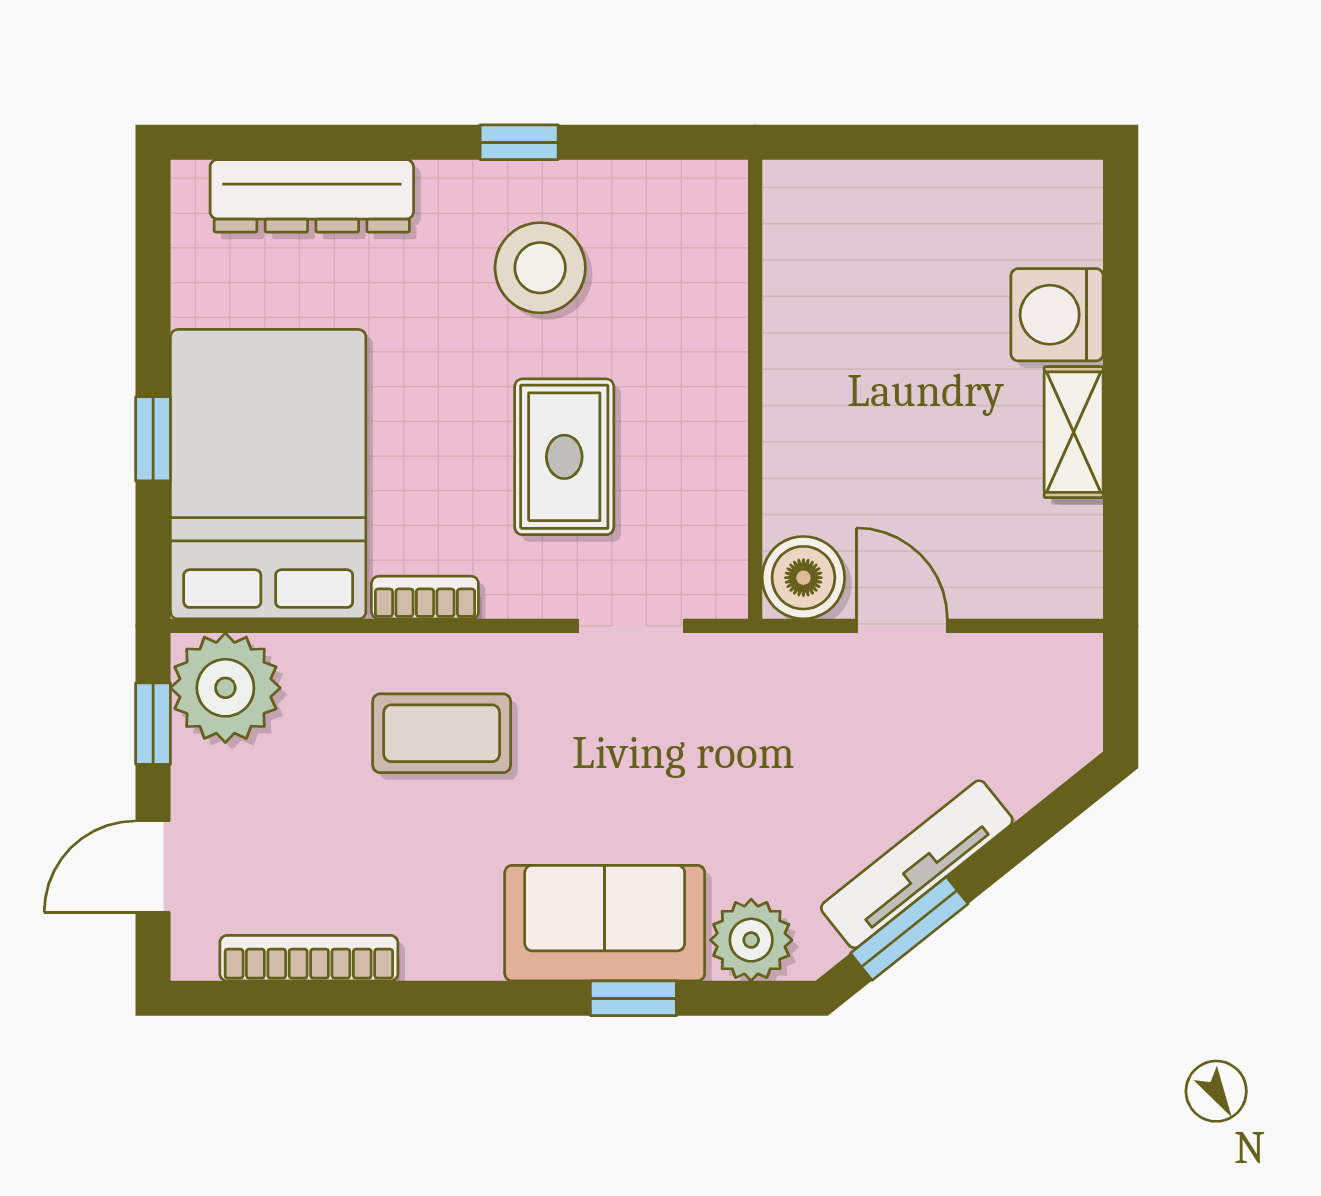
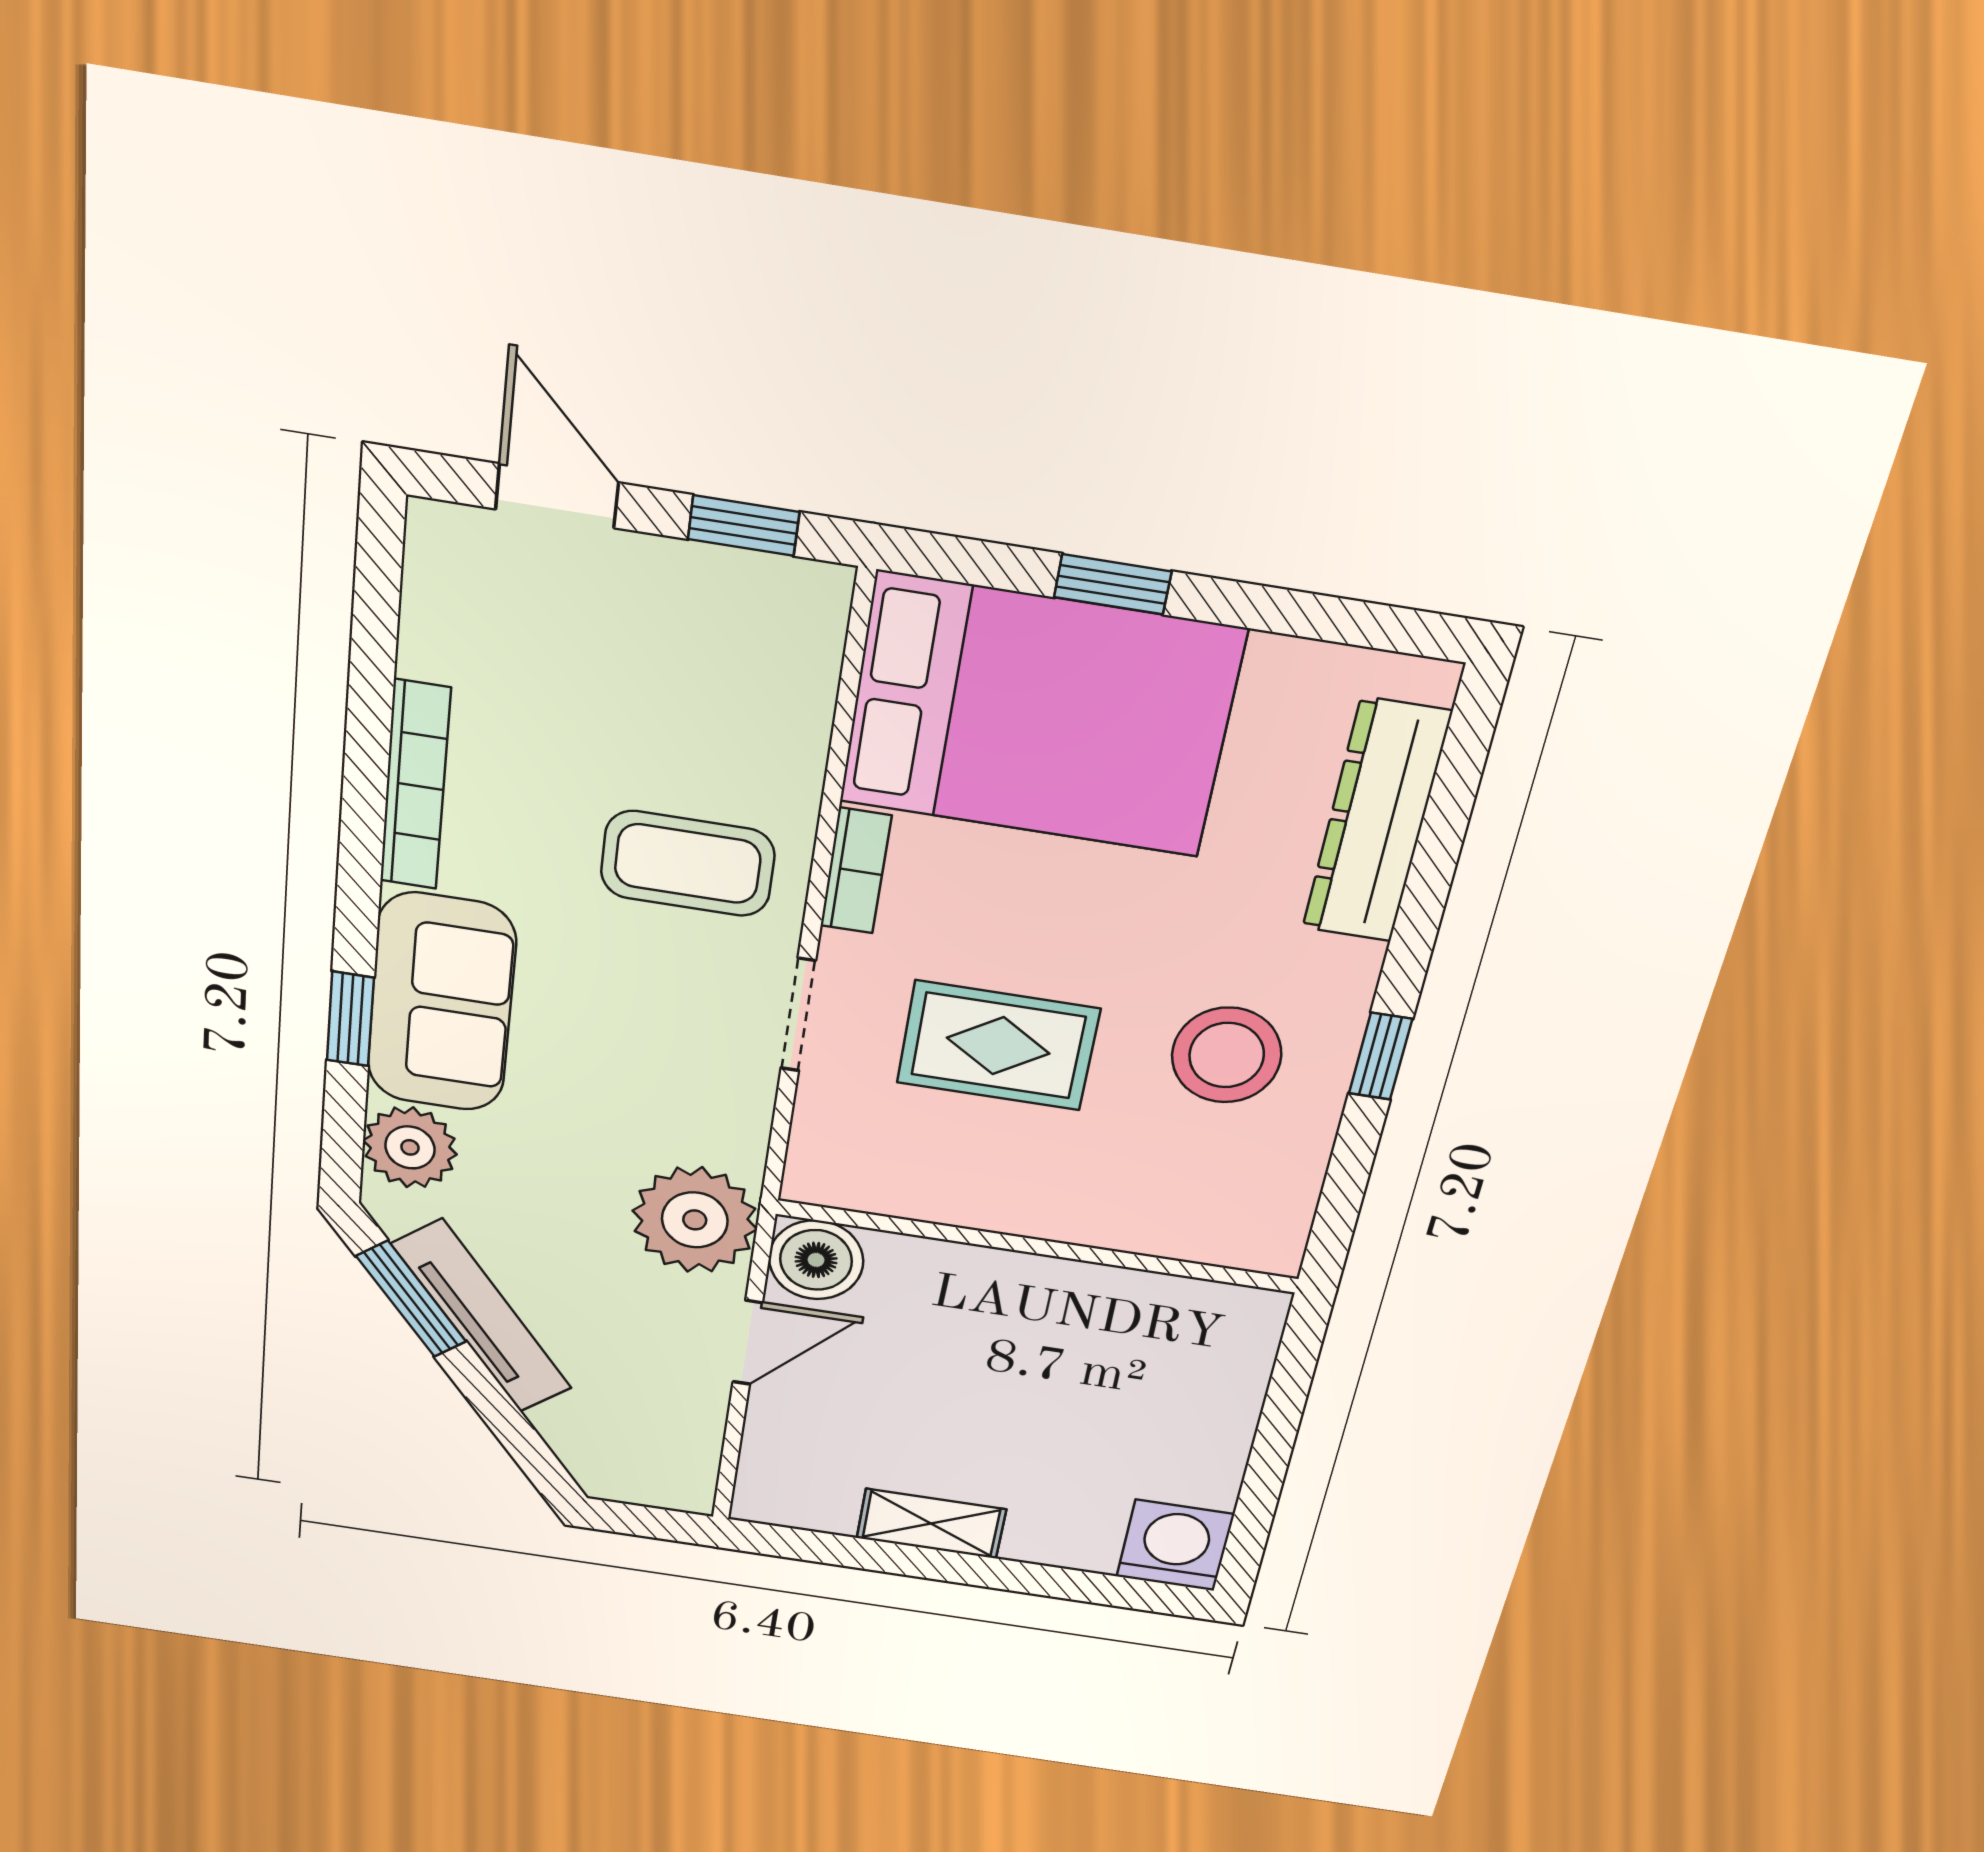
washing machine: (1057, 315) -> (1175, 1545), moved
doorway: (631, 626) -> (798, 1015), moved
plant: (225, 688) -> (695, 1220), moved
coffee table: (442, 733) -> (688, 864), turned 90
bookcase: (309, 958) -> (415, 785), moved

